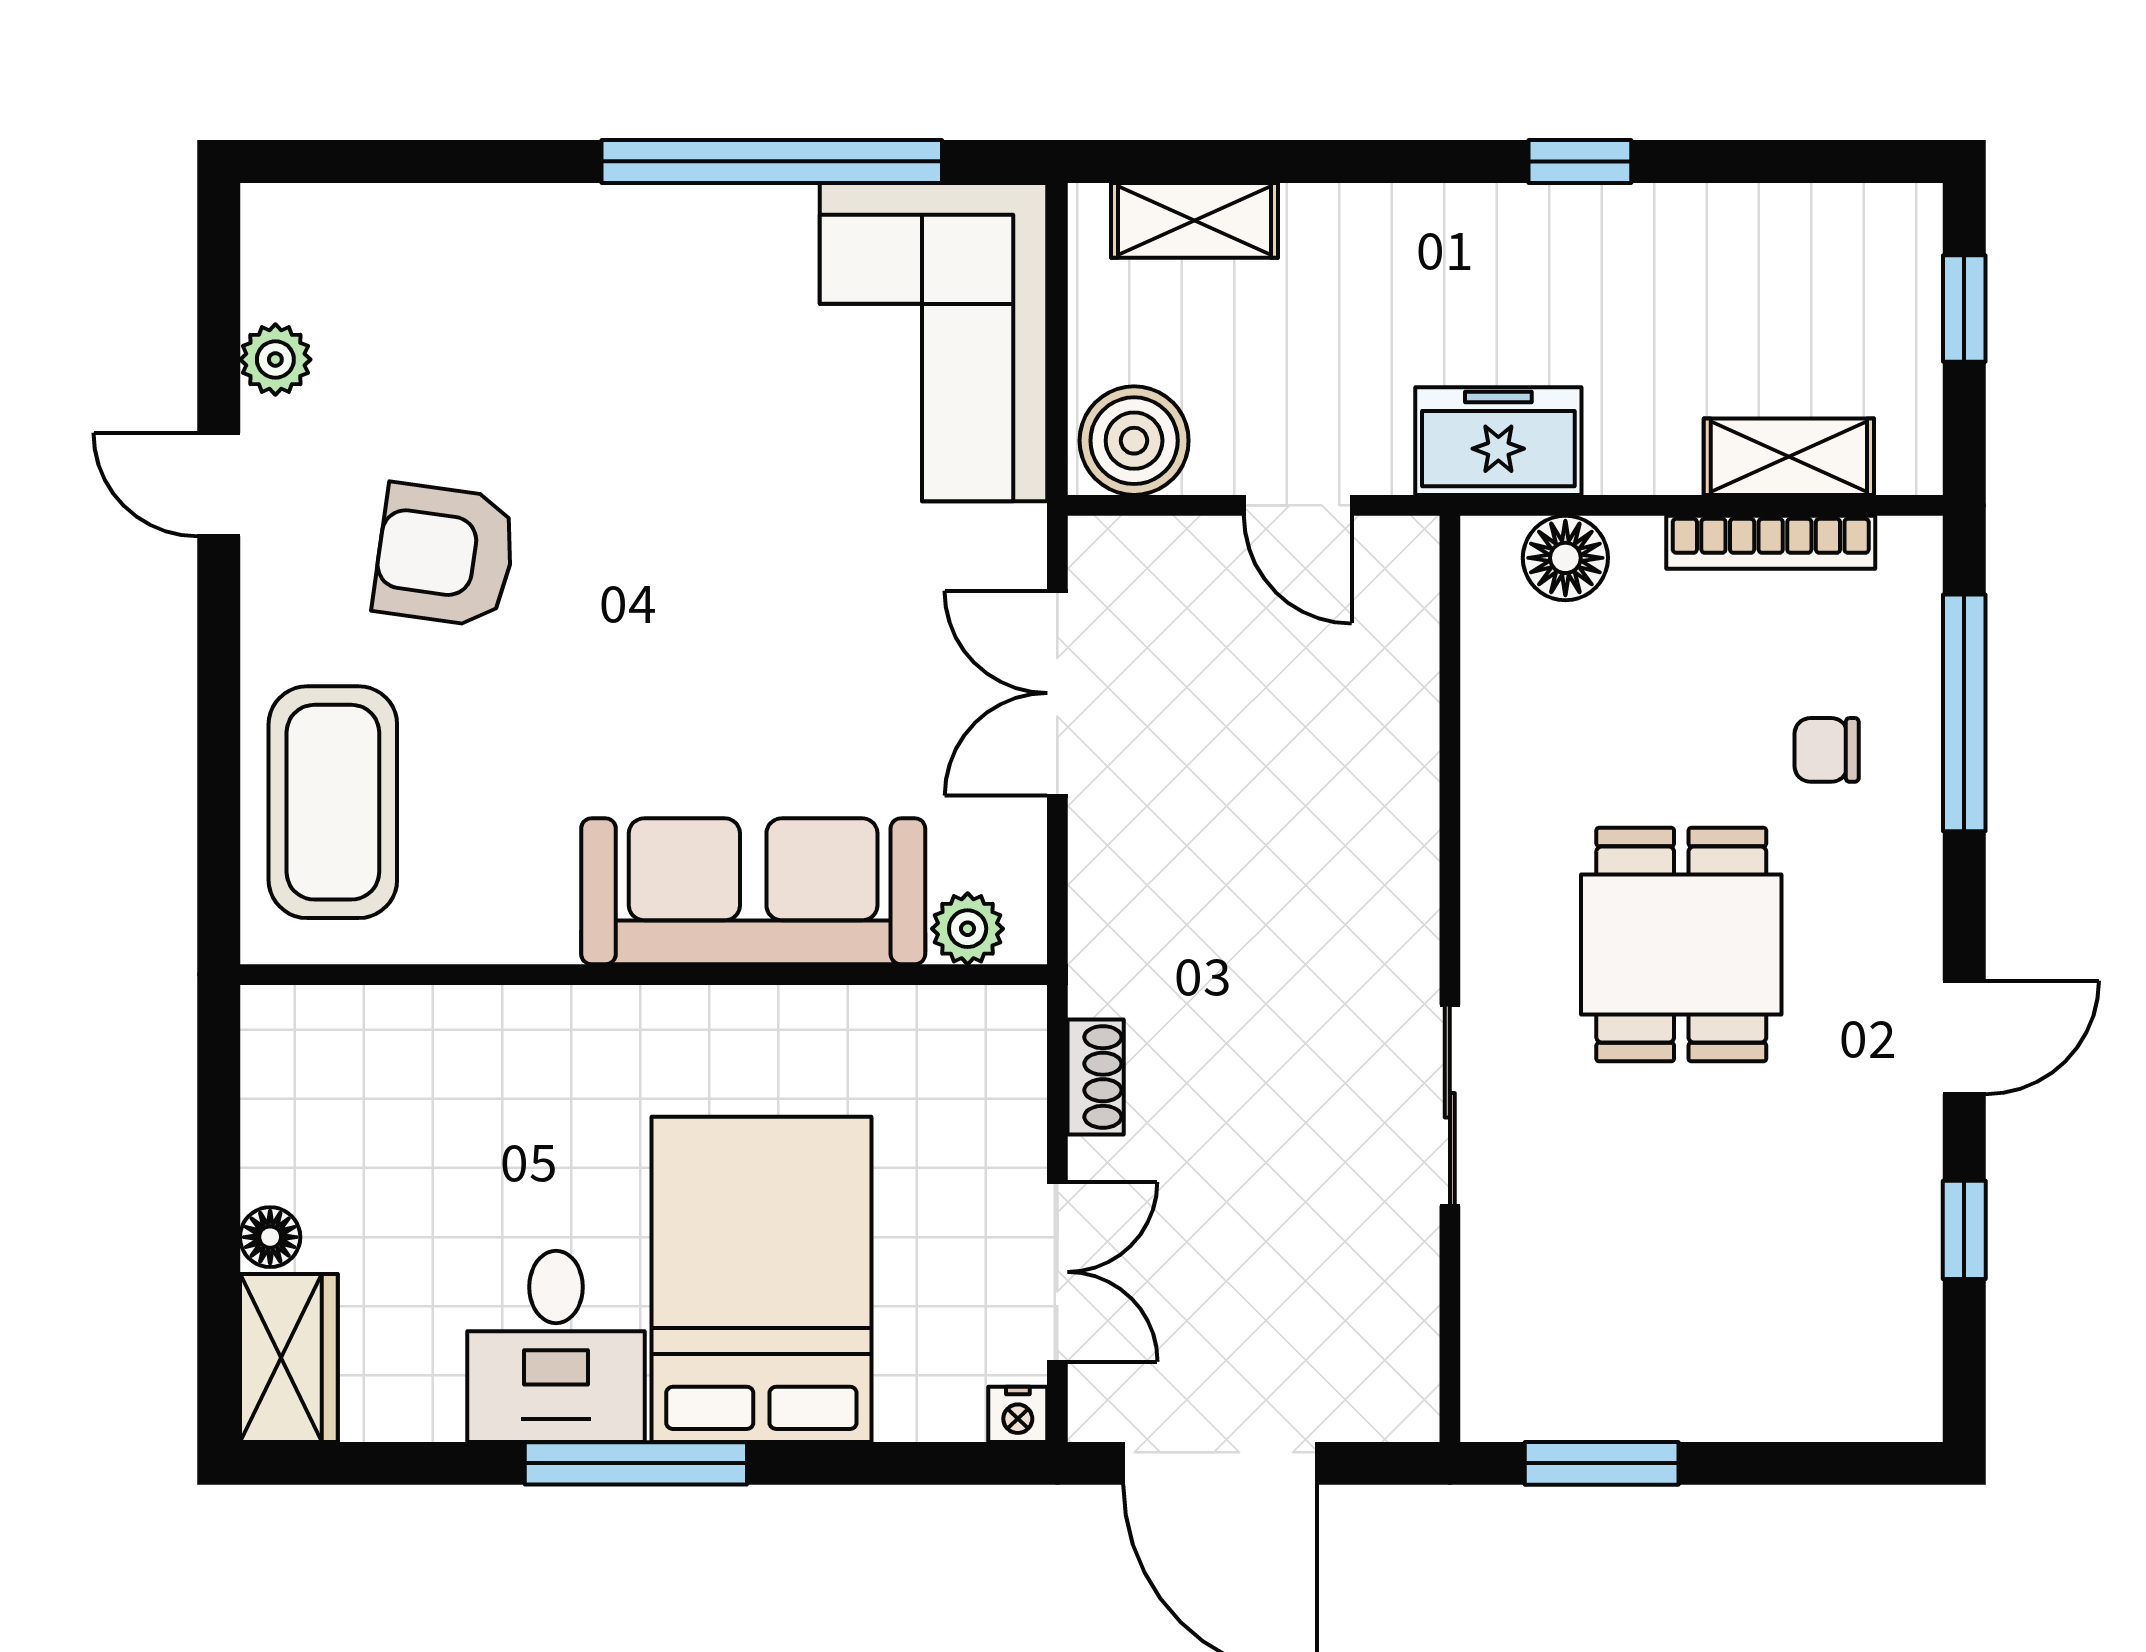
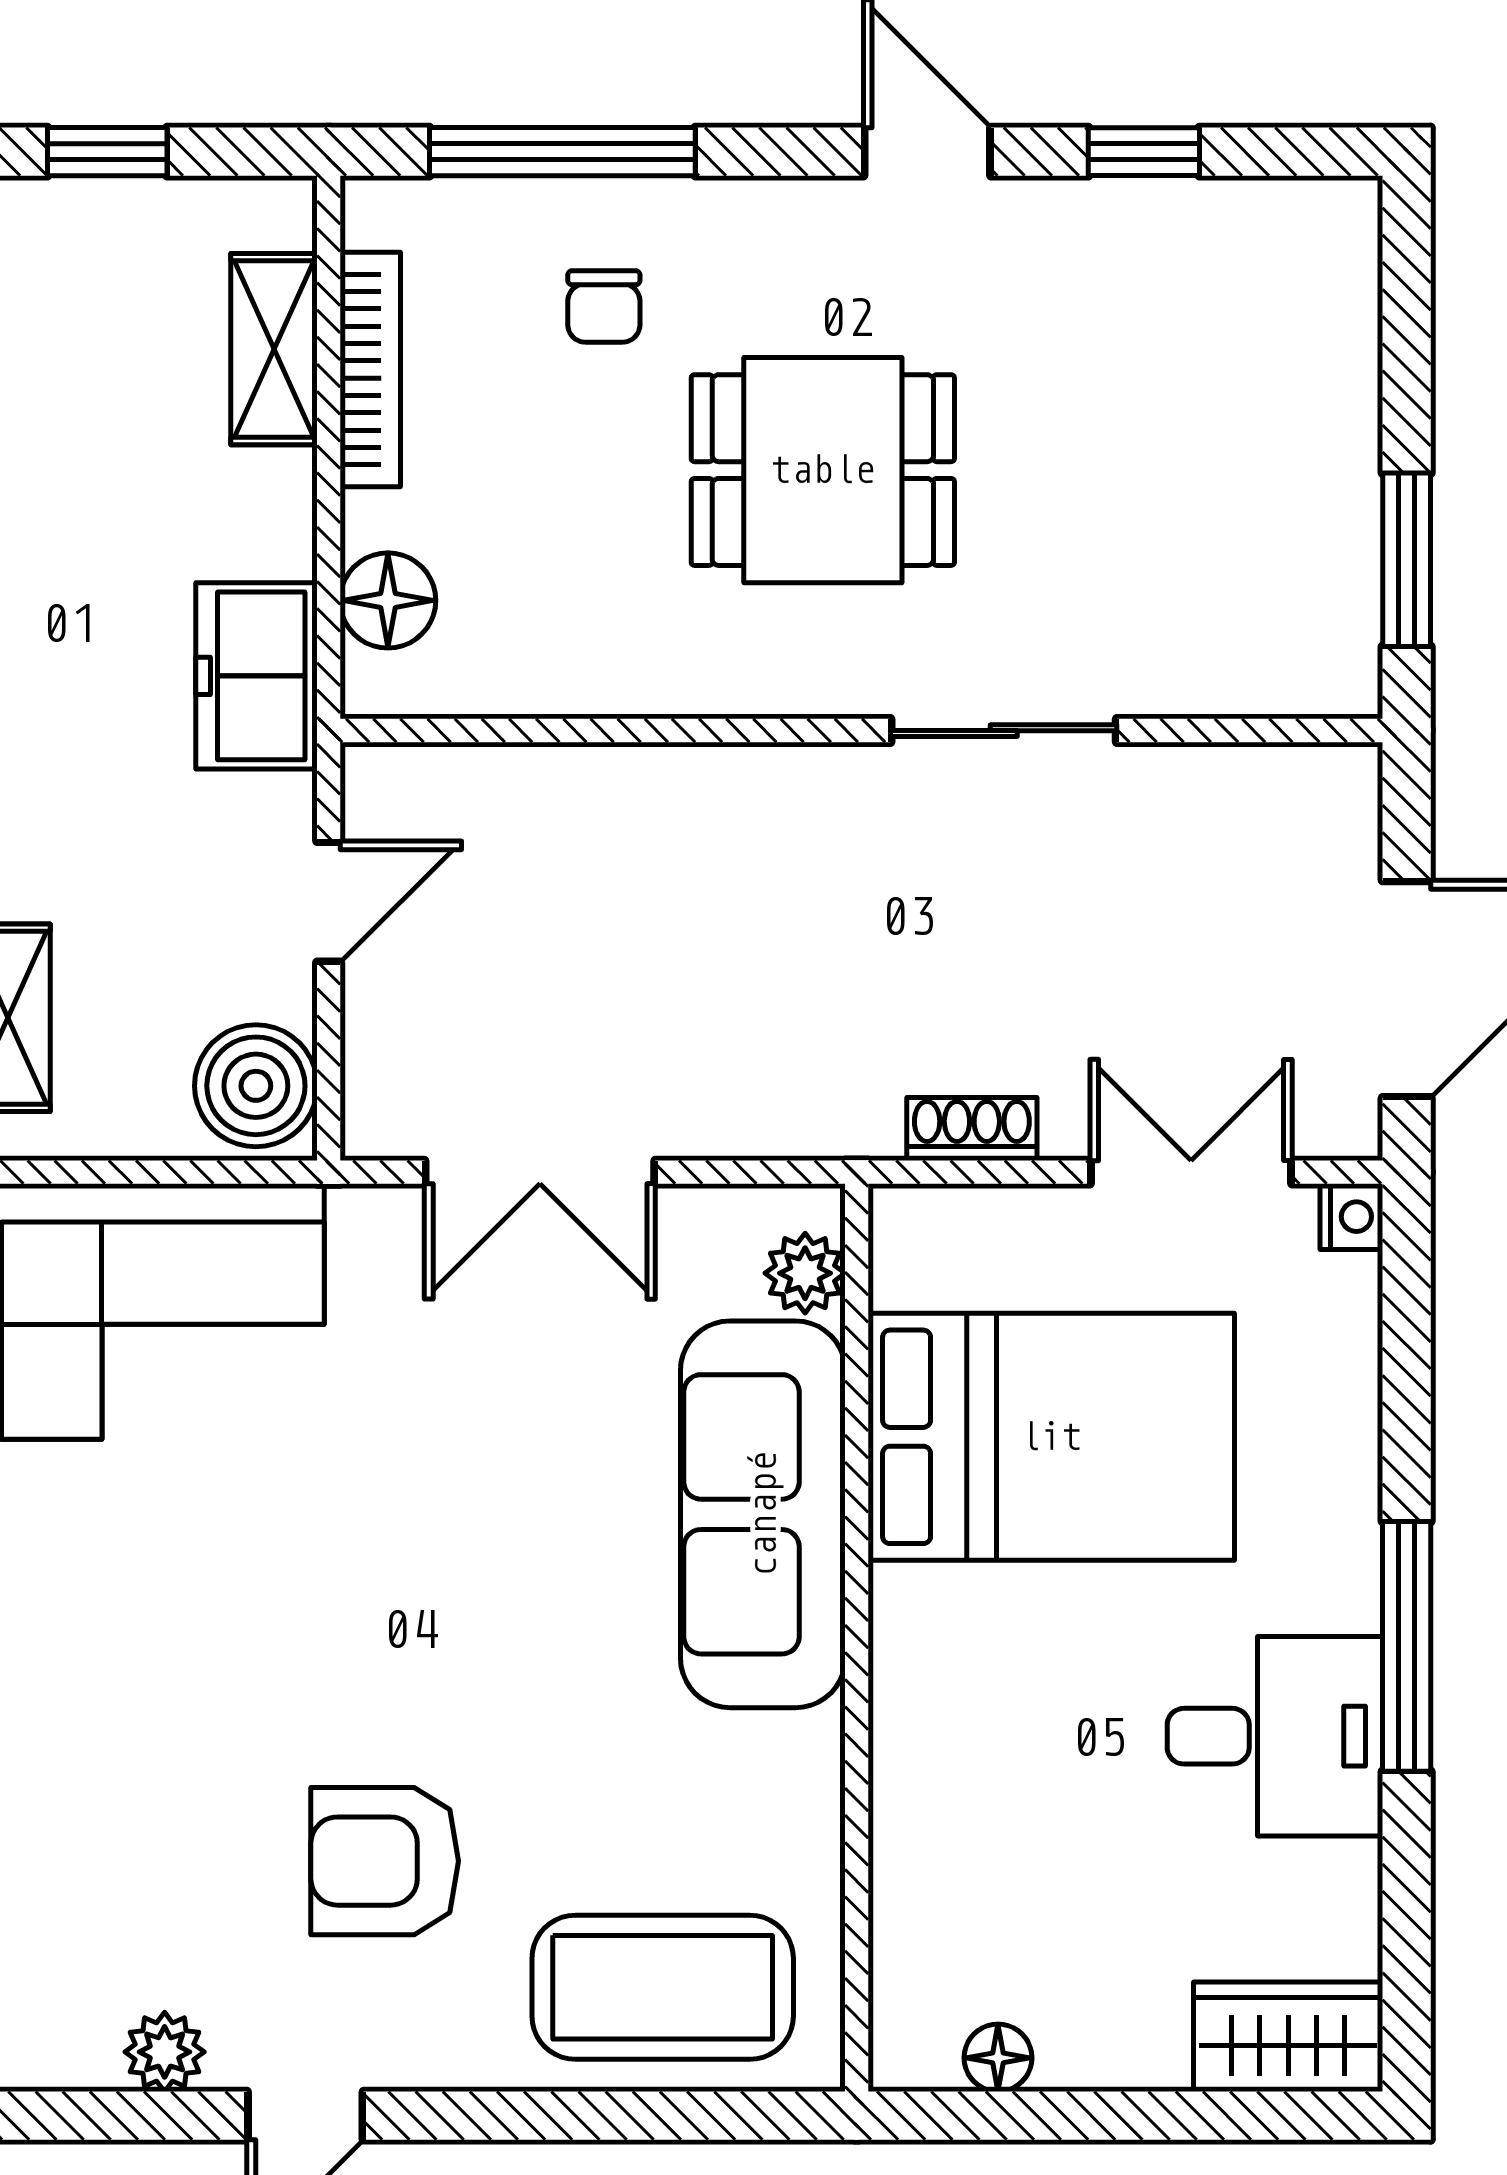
armchair: (445, 555) -> (385, 1861), turned 82
floor lamp: (270, 1237) -> (998, 2058), moved
bed: (761, 1279) -> (1051, 1437), moved, turned 180

